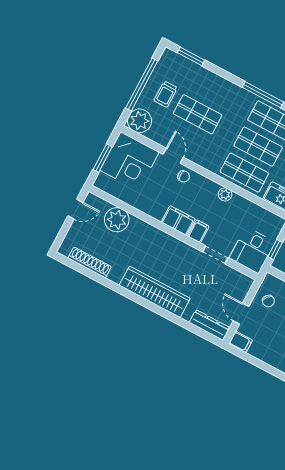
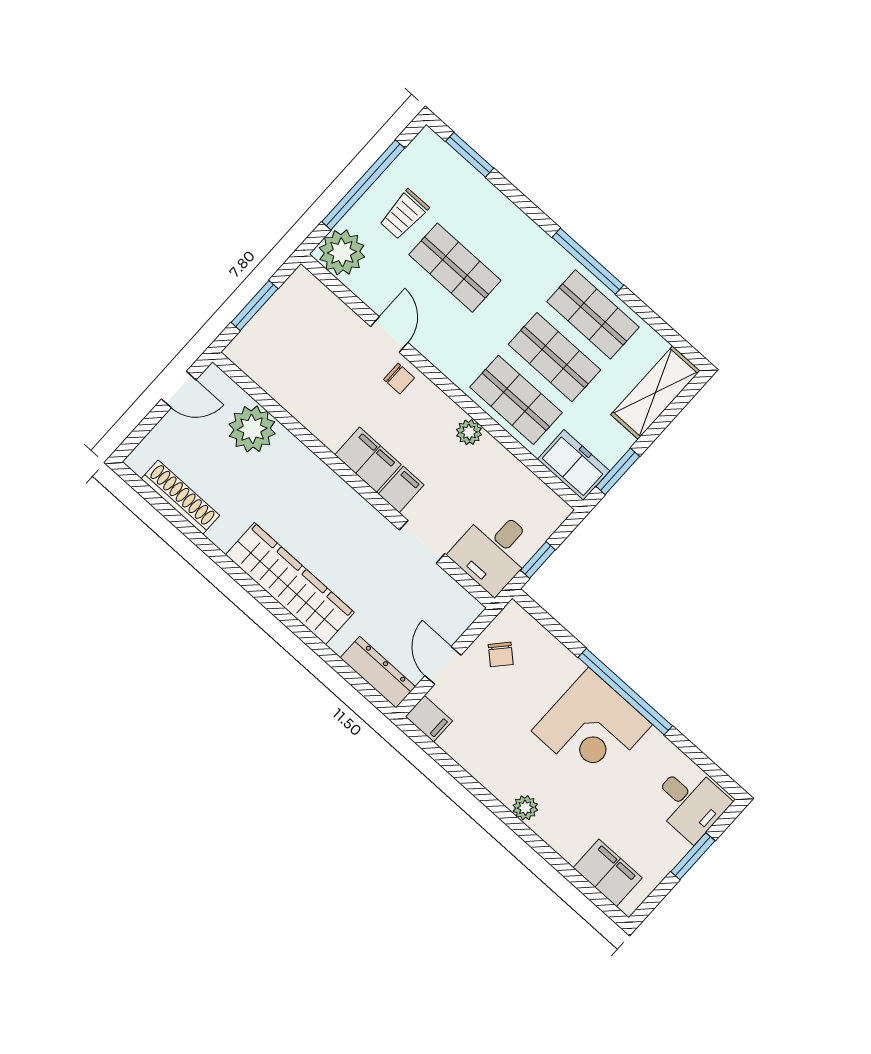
corner desk: (130, 161) -> (304, 324), removed

